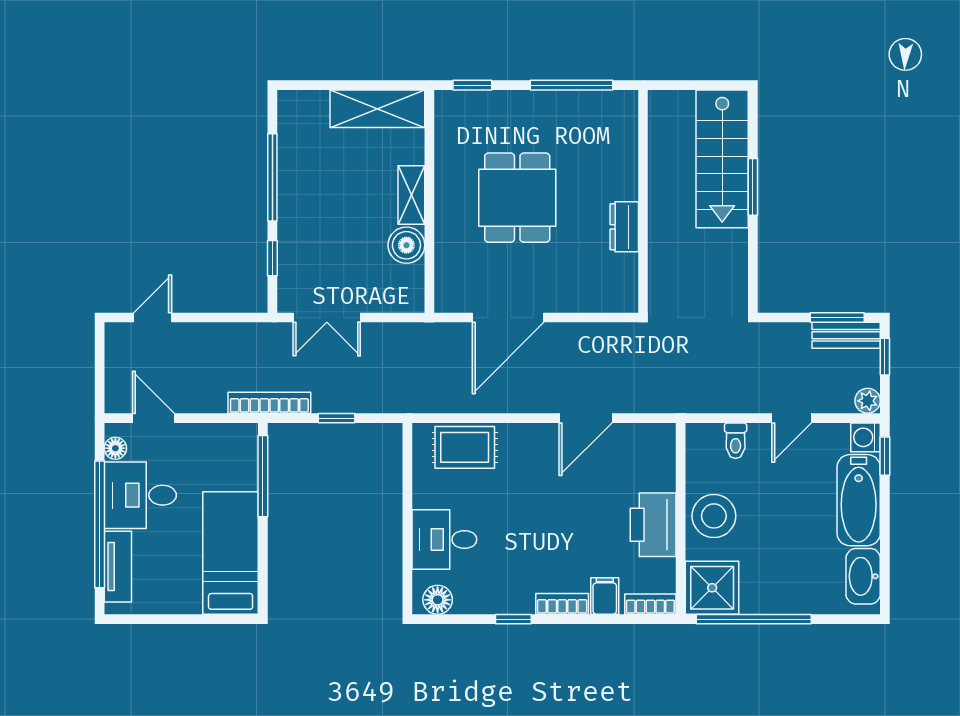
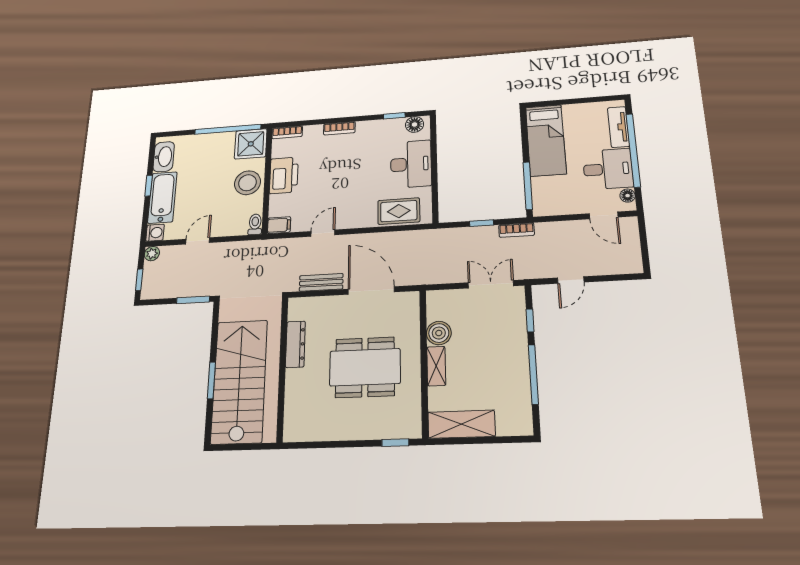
window: (572, 85) -> (327, 445), removed
stairs: (722, 159) -> (239, 381), width x1.36, depth x1.51
dining table: (517, 198) -> (365, 367), width x1.38
dresser: (624, 227) -> (295, 344), width x1.44
door: (153, 318) -> (571, 280), moved
door: (508, 318) -> (371, 291), hinge flipped
window: (837, 318) -> (193, 300), moved
bench: (846, 335) -> (321, 282), moved
bookcase: (269, 403) -> (516, 230), width x0.64
door: (586, 418) -> (323, 233), width x0.73
toilet: (736, 441) -> (255, 224), moved
window: (885, 456) -> (149, 186), moved
desk: (444, 540) -> (411, 164), width x1.37
filing cabinet: (605, 596) -> (279, 225), moved, turned -90
window: (513, 619) -> (394, 116), moved

